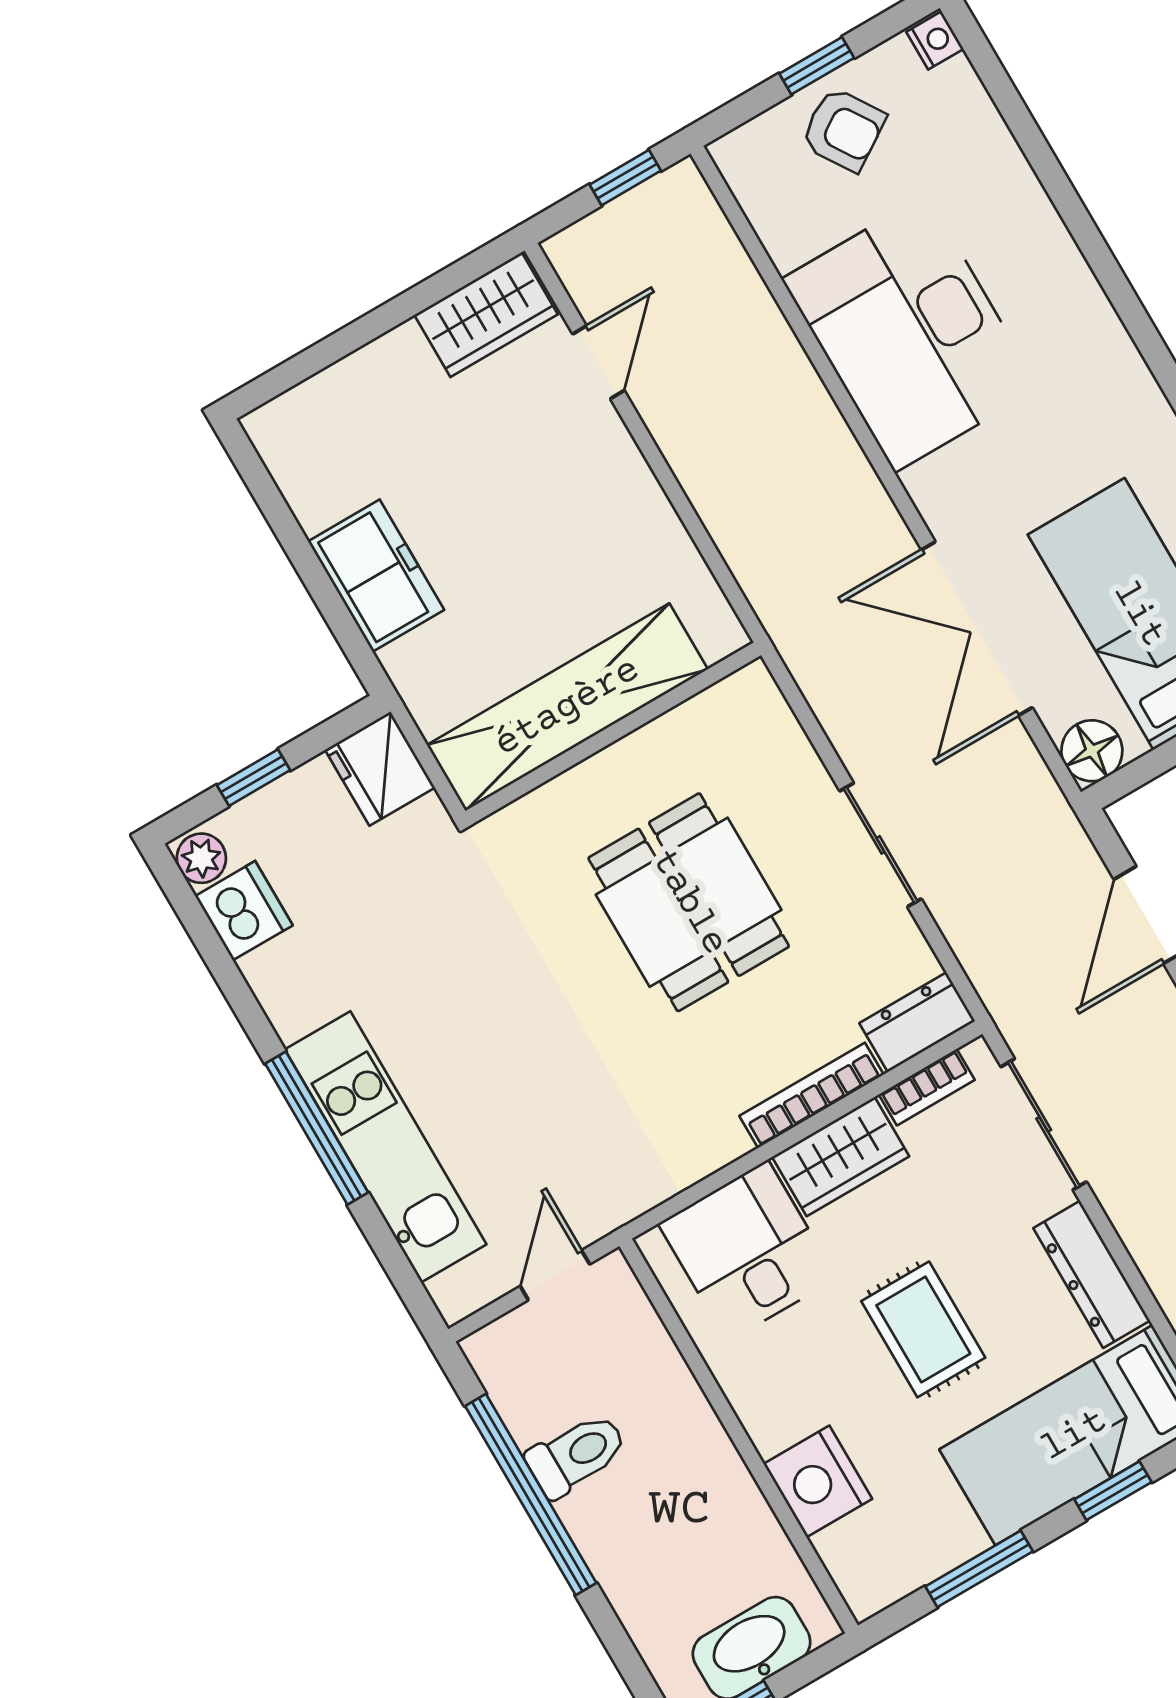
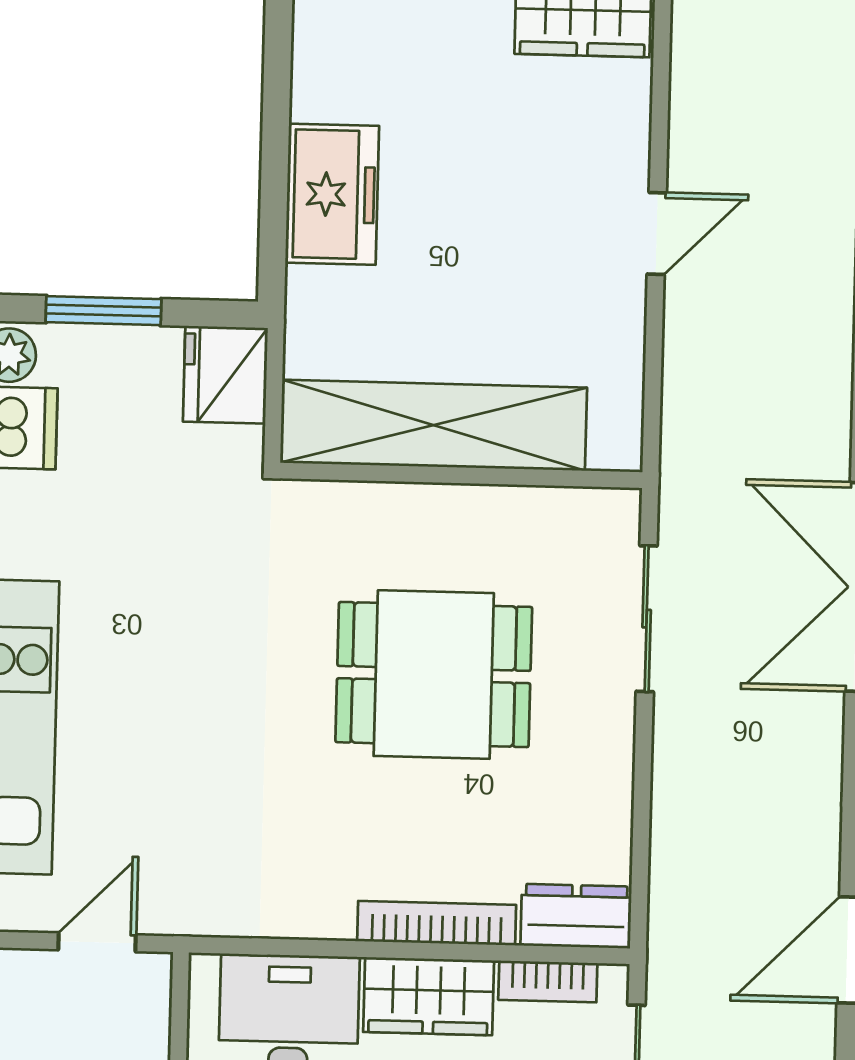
door: (598, 362) -> (657, 233), moved
window: (254, 778) -> (104, 311), width x1.50
sliding door: (881, 845) -> (647, 619), moved
dining table: (689, 902) -> (434, 675), turned 90

